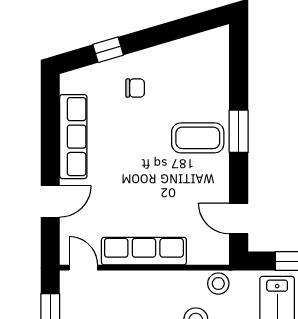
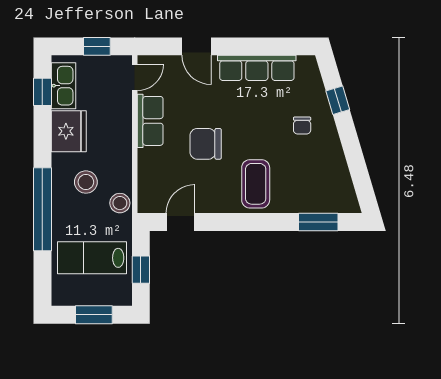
window: (239, 131) -> (318, 222), moved
chair: (155, 192) -> (206, 144), added
row of seats: (144, 251) -> (150, 121), width x0.68

